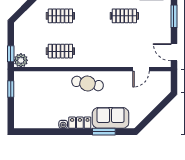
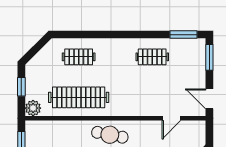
clothes rail: (60, 51) -> (79, 97), width x1.86, depth x1.31
window: (11, 54) -> (21, 87), moved

